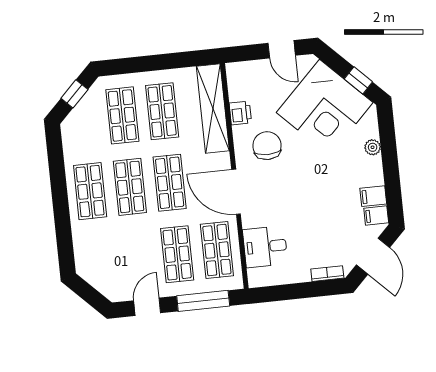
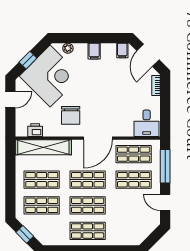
window: (358, 80) -> (28, 60), moved
printer: (240, 113) -> (35, 130), moved
chair: (267, 146) -> (71, 115), turned -90
plant: (373, 147) -> (68, 48), moved
filing cabinet: (373, 196) -> (94, 51), moved
desk: (265, 247) -> (147, 123), moved
door: (373, 256) -> (148, 55), swing flipped

